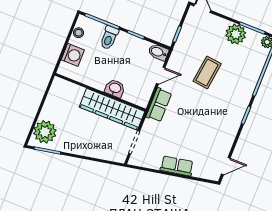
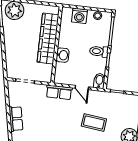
toilet: (109, 38) -> (99, 51), moved
wardrobe: (112, 109) -> (48, 39), moved

